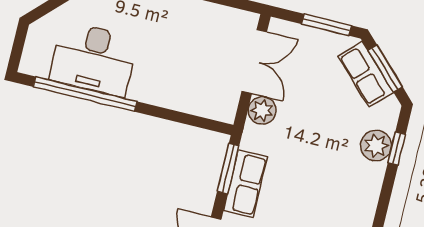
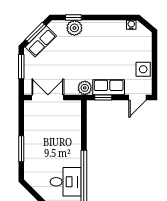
desk: (93, 59) -> (66, 182), width x0.73
plant: (262, 110) -> (85, 88), moved
window: (228, 169) -> (103, 97), width x0.67

